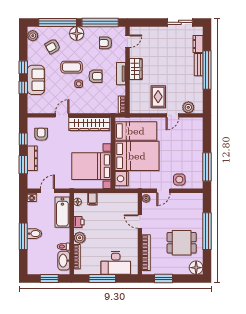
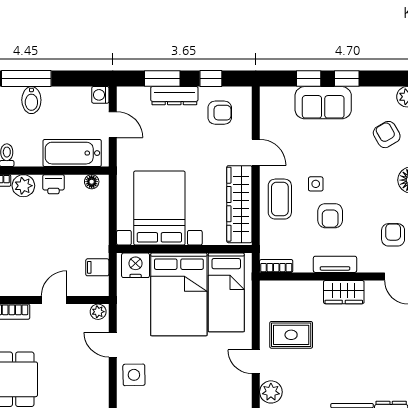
coffee table: (71, 67) -> (280, 199), moved
filing cabinet: (92, 199) -> (97, 267), moved

